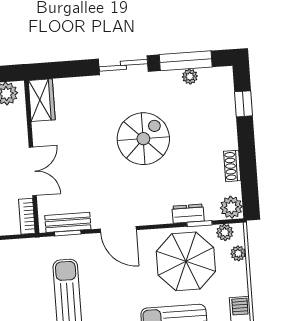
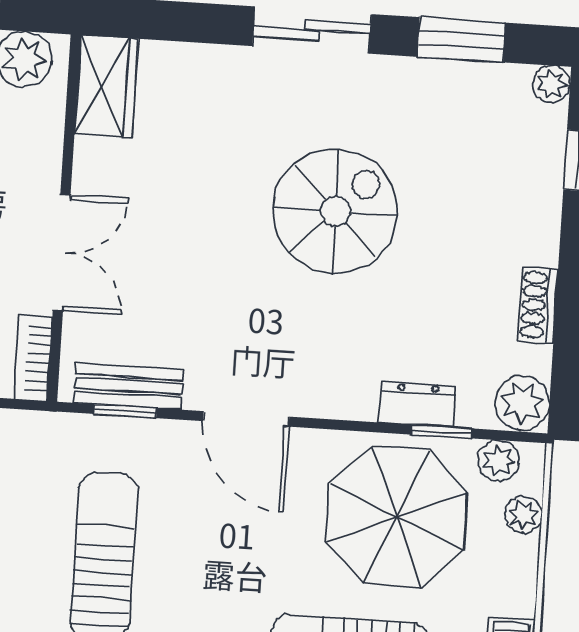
window: (186, 61) -> (461, 40), width x0.69
plant: (190, 77) -> (551, 84), moved

